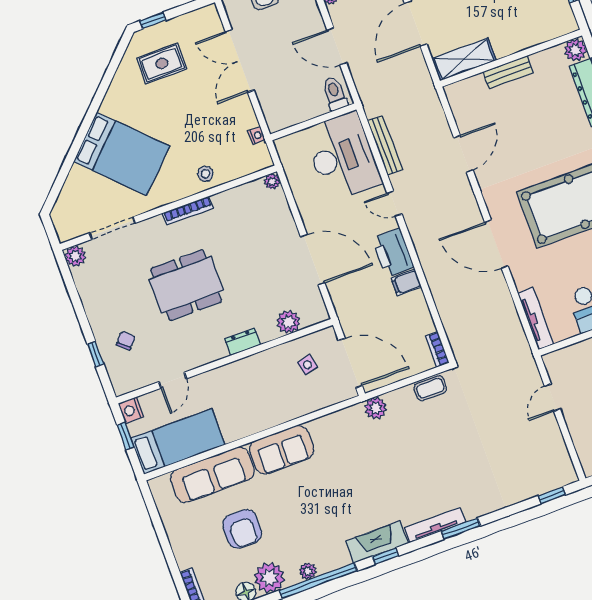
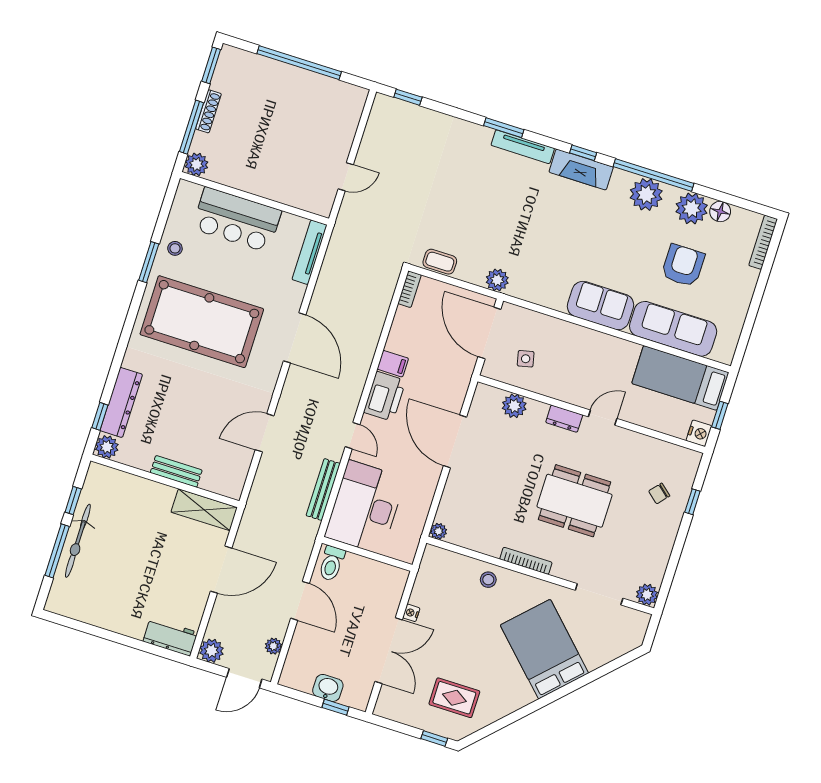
nightstand: (257, 136) -> (411, 613), moved
door: (173, 380) -> (603, 418), moved
plant: (308, 571) -> (646, 194), width x1.88, depth x1.88

